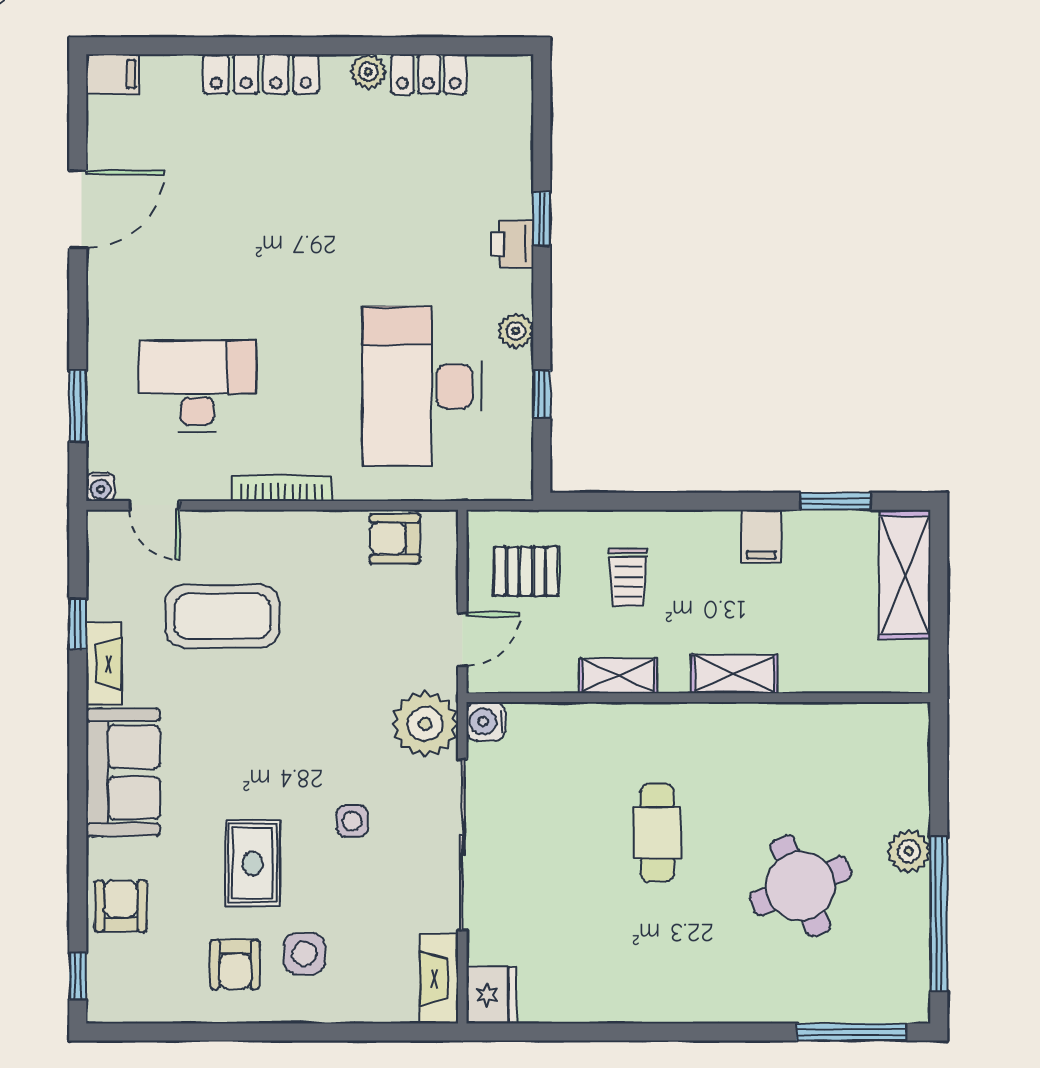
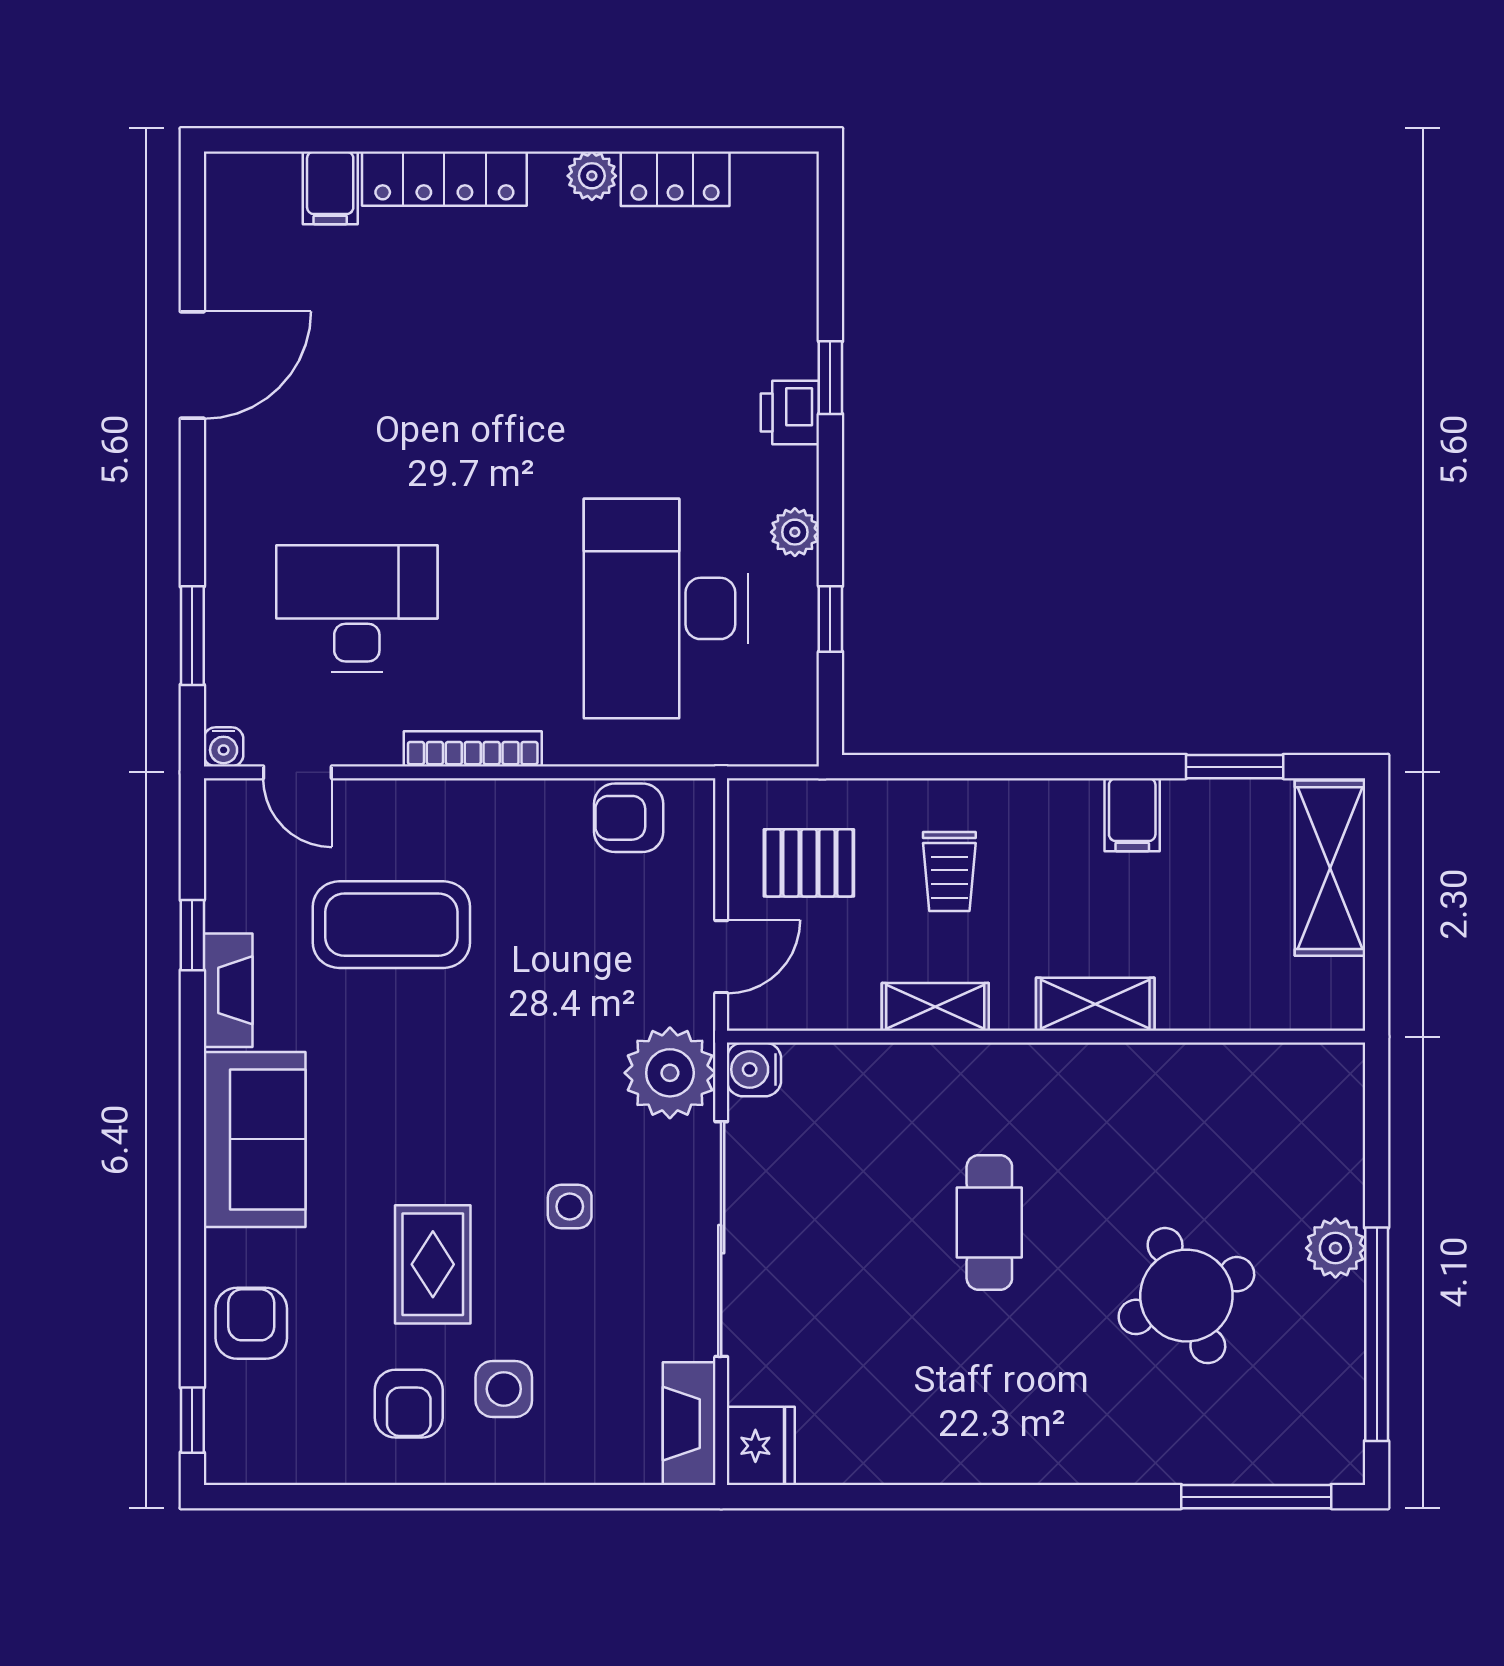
filing cabinet: (113, 74) -> (330, 188), moved, turned 90

